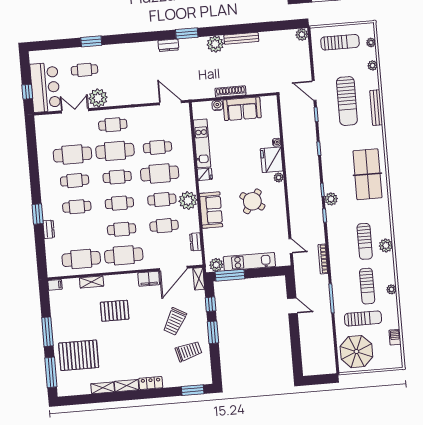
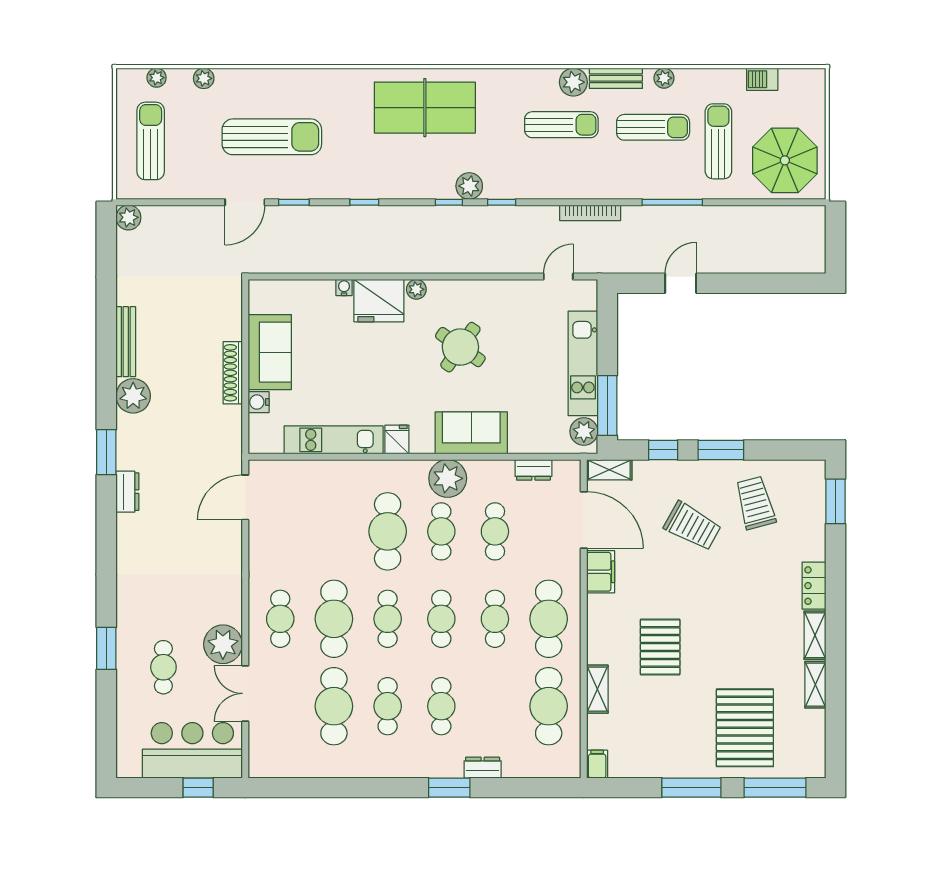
bench: (376, 108) -> (616, 78), moved, width x0.73
cafe table: (157, 147) -> (334, 531), removed

